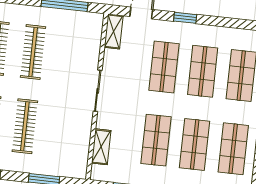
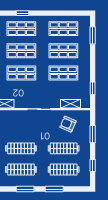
armchair: (66, 138) -> (68, 124), added

